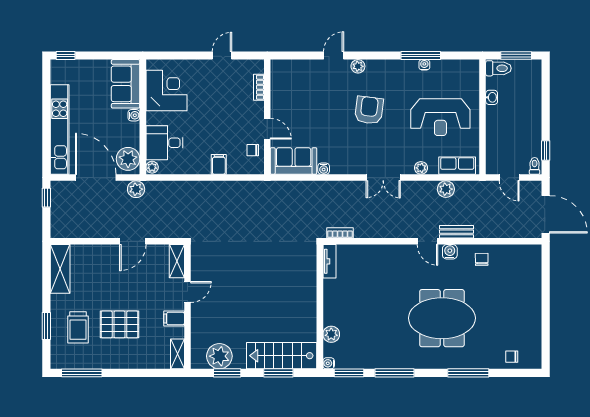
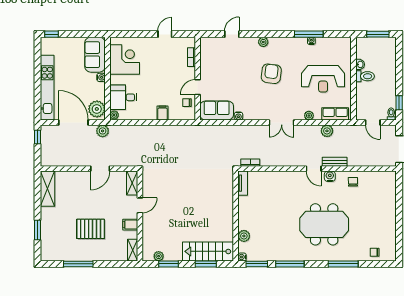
door: (334, 55) -> (232, 34), moved
toilet: (498, 68) -> (365, 76), moved
door: (267, 129) -> (198, 87), swing flipped
trolley: (78, 327) -> (61, 231), removed
plant: (219, 356) -> (159, 256), width x0.53, depth x0.53
window: (82, 373) -> (78, 264), moved

